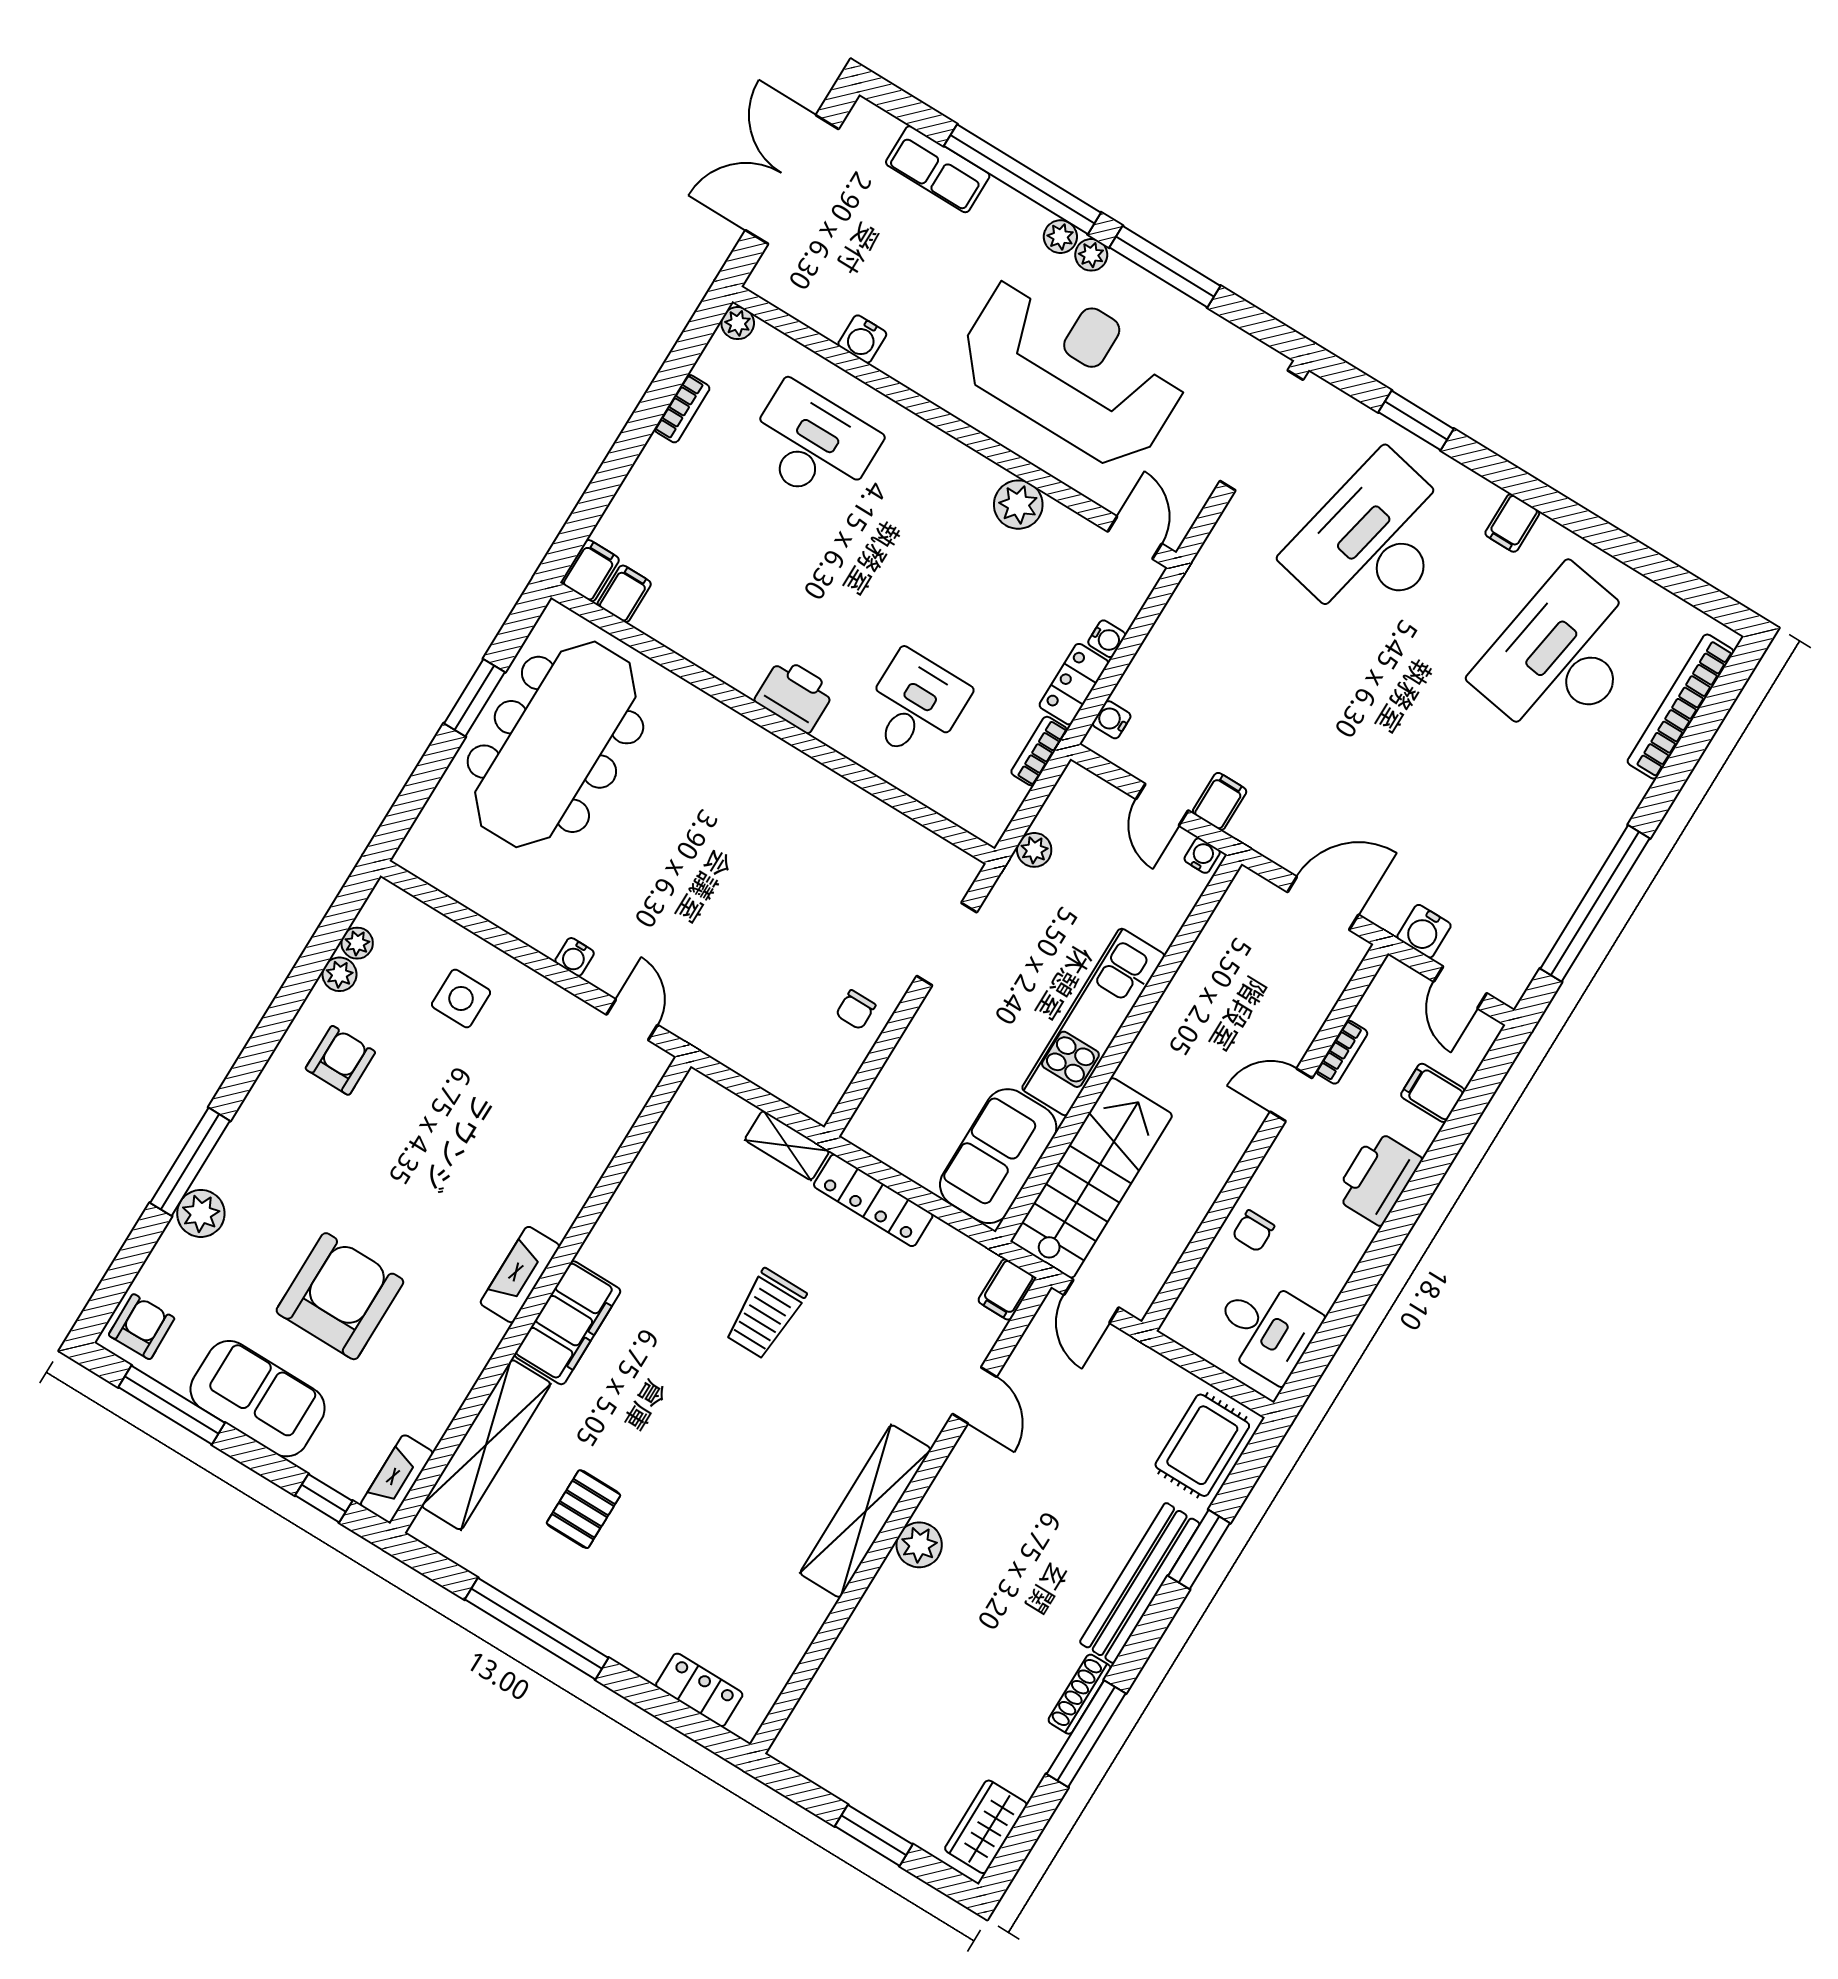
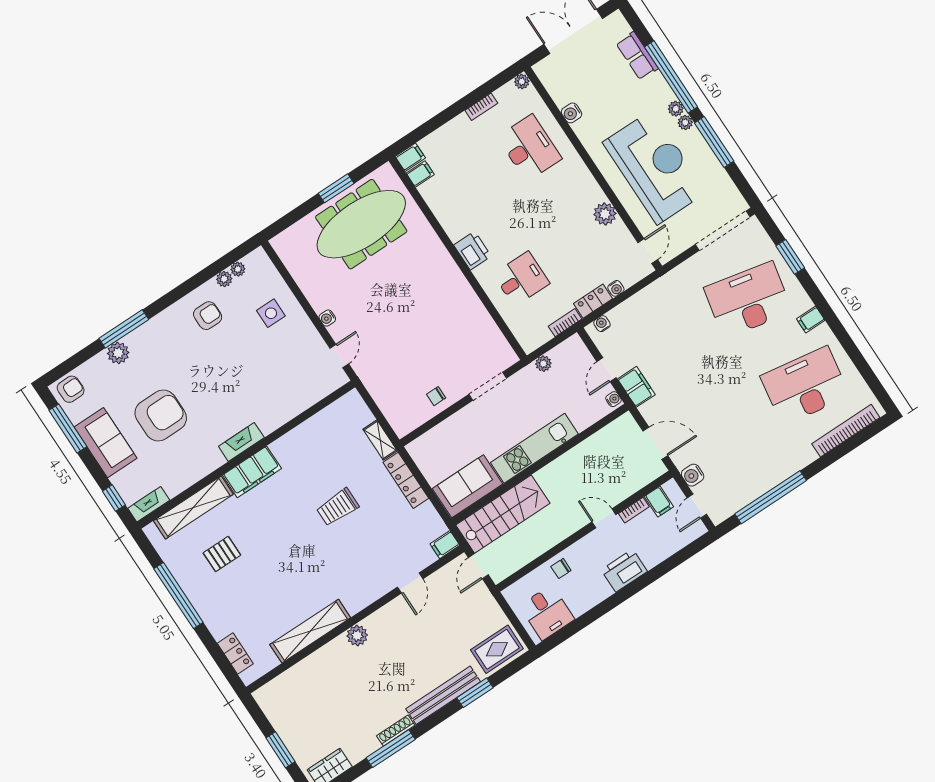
filing cabinet: (1220, 801) -> (636, 387), width x2.00
filing cabinet: (1433, 1093) -> (659, 502), moved, turned 180
shelving: (866, 1511) -> (310, 631), moved

